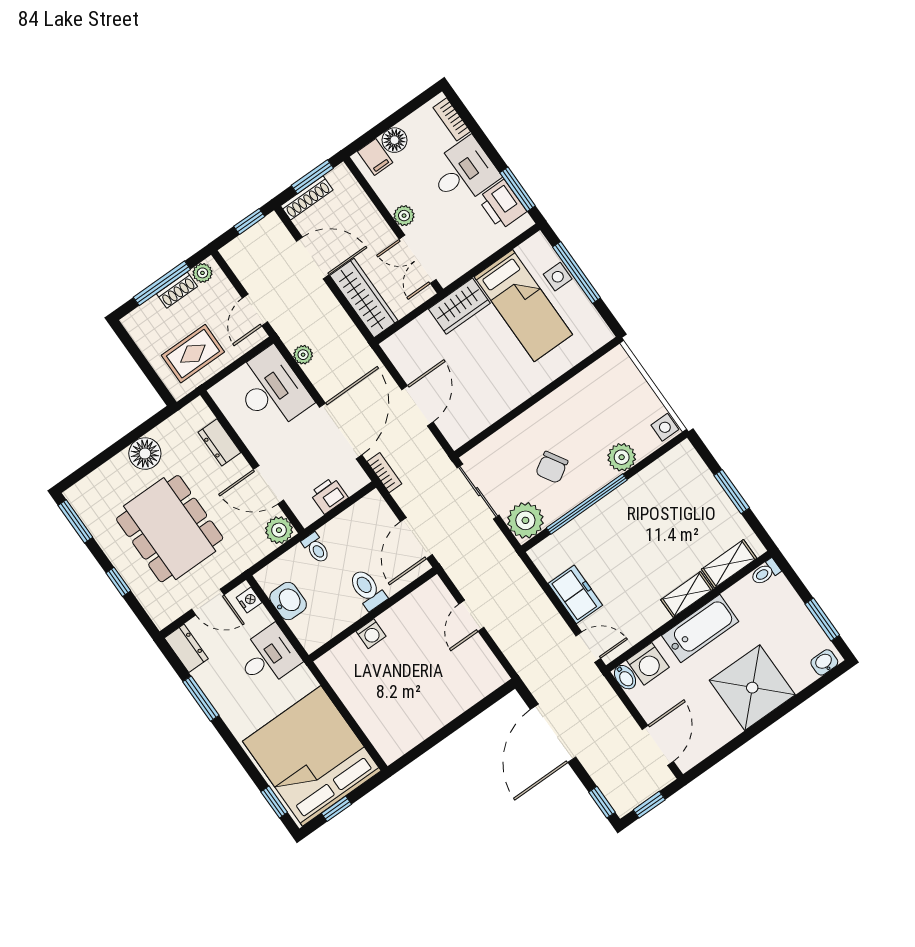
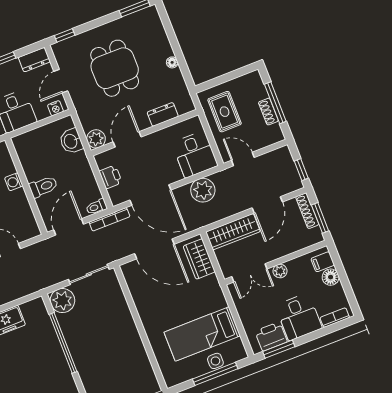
double door: (418, 259) -> (249, 273), swing flipped
plant: (202, 273) -> (275, 131), removed
wardrobe: (459, 306) -> (199, 259), moved
plant: (303, 355) -> (203, 190), width x1.88, depth x1.88
desk: (271, 389) -> (195, 154), width x0.73
door: (417, 406) -> (154, 249), width x1.36
floor lamp: (145, 454) -> (172, 62), width x0.53, depth x0.53
plant: (622, 457) -> (88, 373), removed
chair: (552, 467) -> (93, 326), removed
bookcase: (384, 473) -> (109, 219), width x1.56
dining table: (170, 529) -> (115, 68), width x0.73
door: (416, 538) -> (69, 227), hinge flipped
toilet: (316, 548) -> (97, 207), moved
window: (118, 582) -> (65, 35), moved
washbasin: (288, 601) -> (71, 141), moved, turned 90

